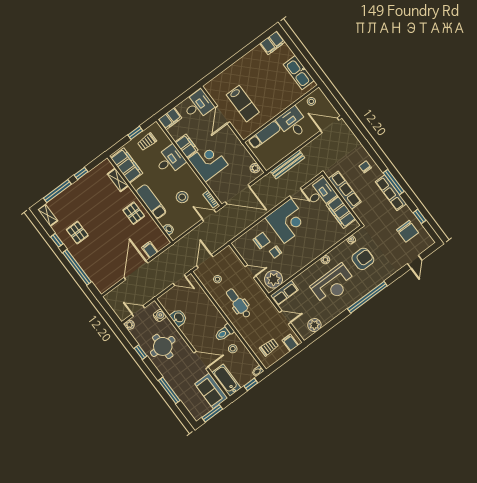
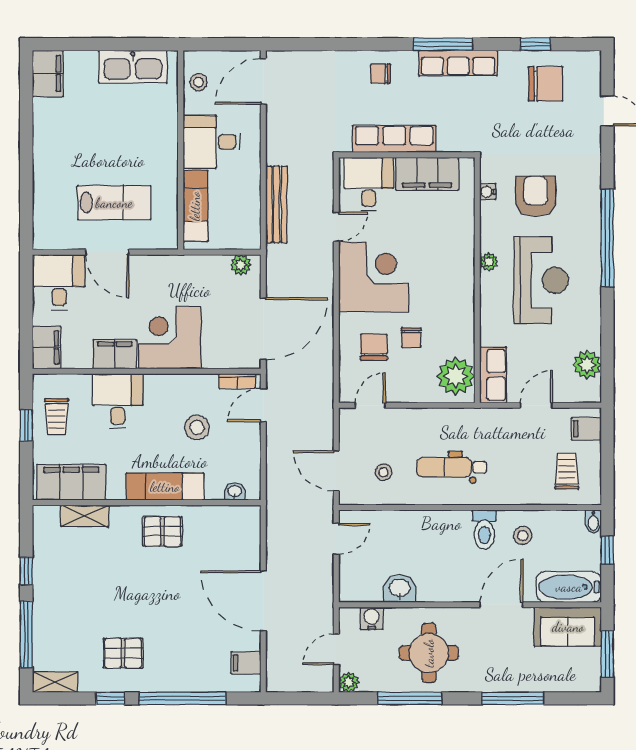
filing cabinet: (150, 250) -> (246, 663), moved
door: (251, 271) -> (370, 405), moved
window: (141, 352) -> (410, 698), width x2.17

